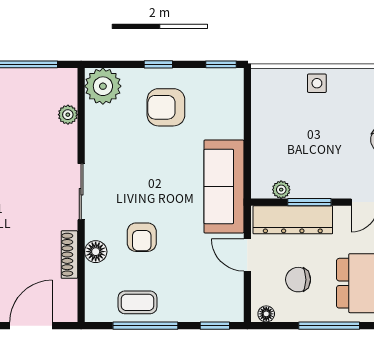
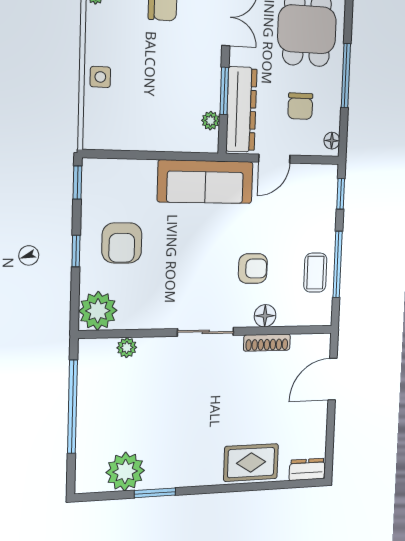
door: (31, 326) -> (332, 379), hinge flipped

